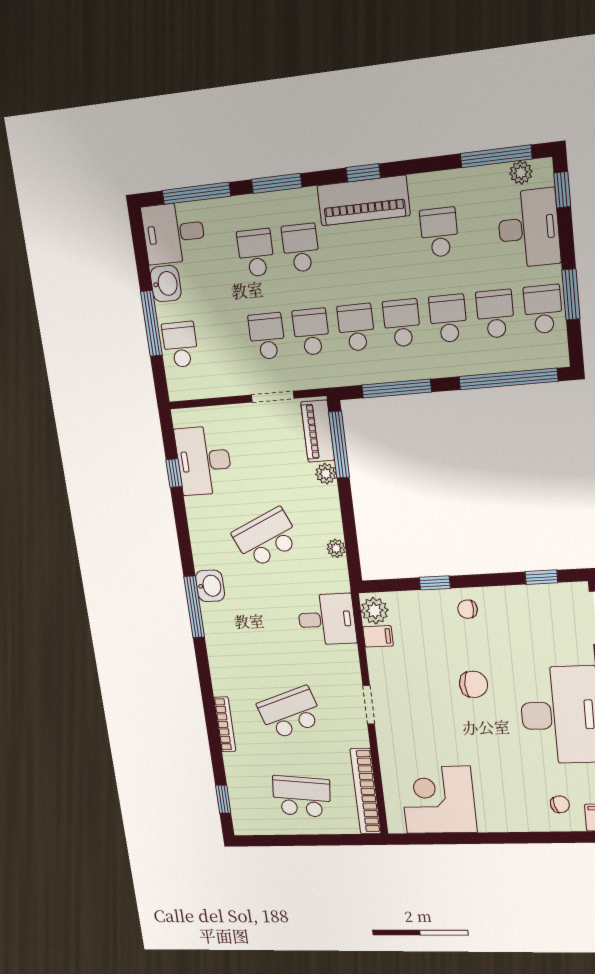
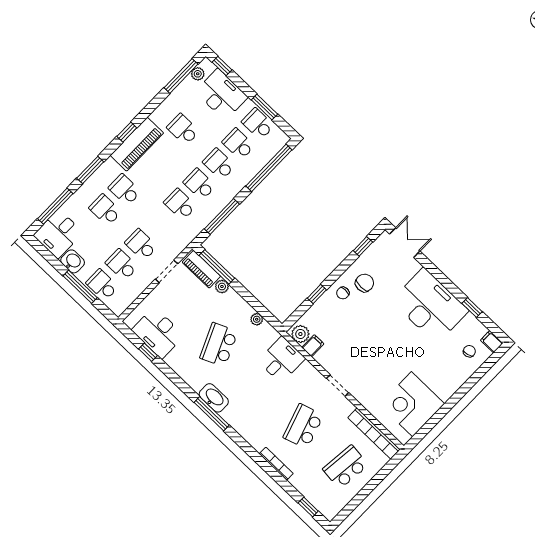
school desk: (311, 332) -> (122, 265), moved
washbasin: (210, 586) -> (214, 398), width x1.38
chair: (474, 684) -> (365, 283), moved

